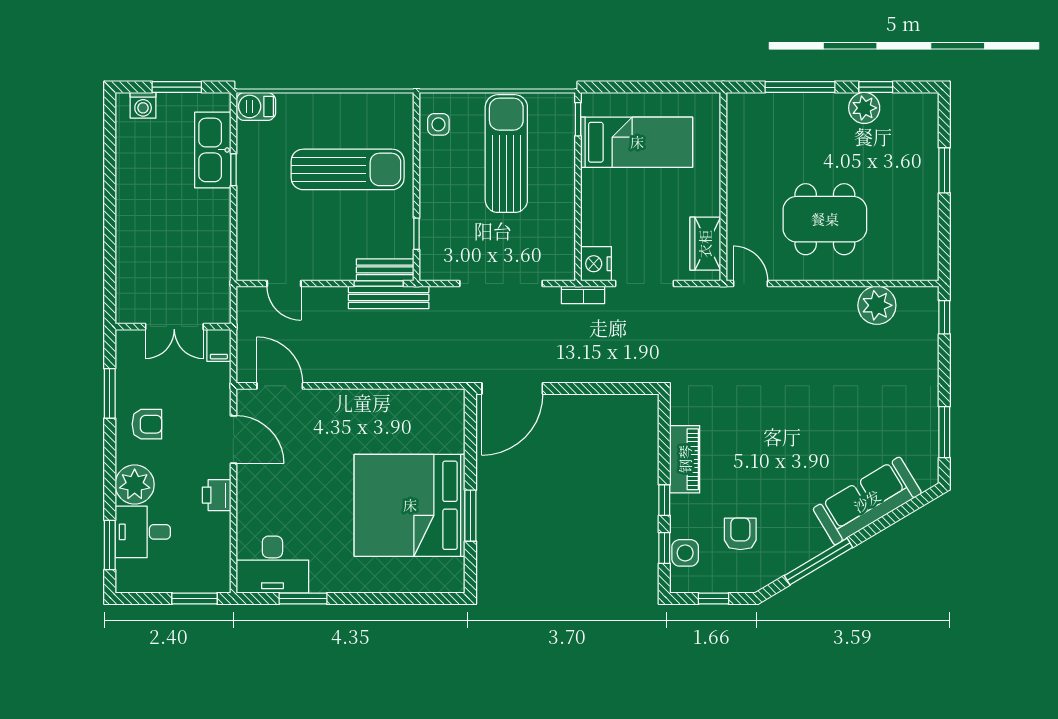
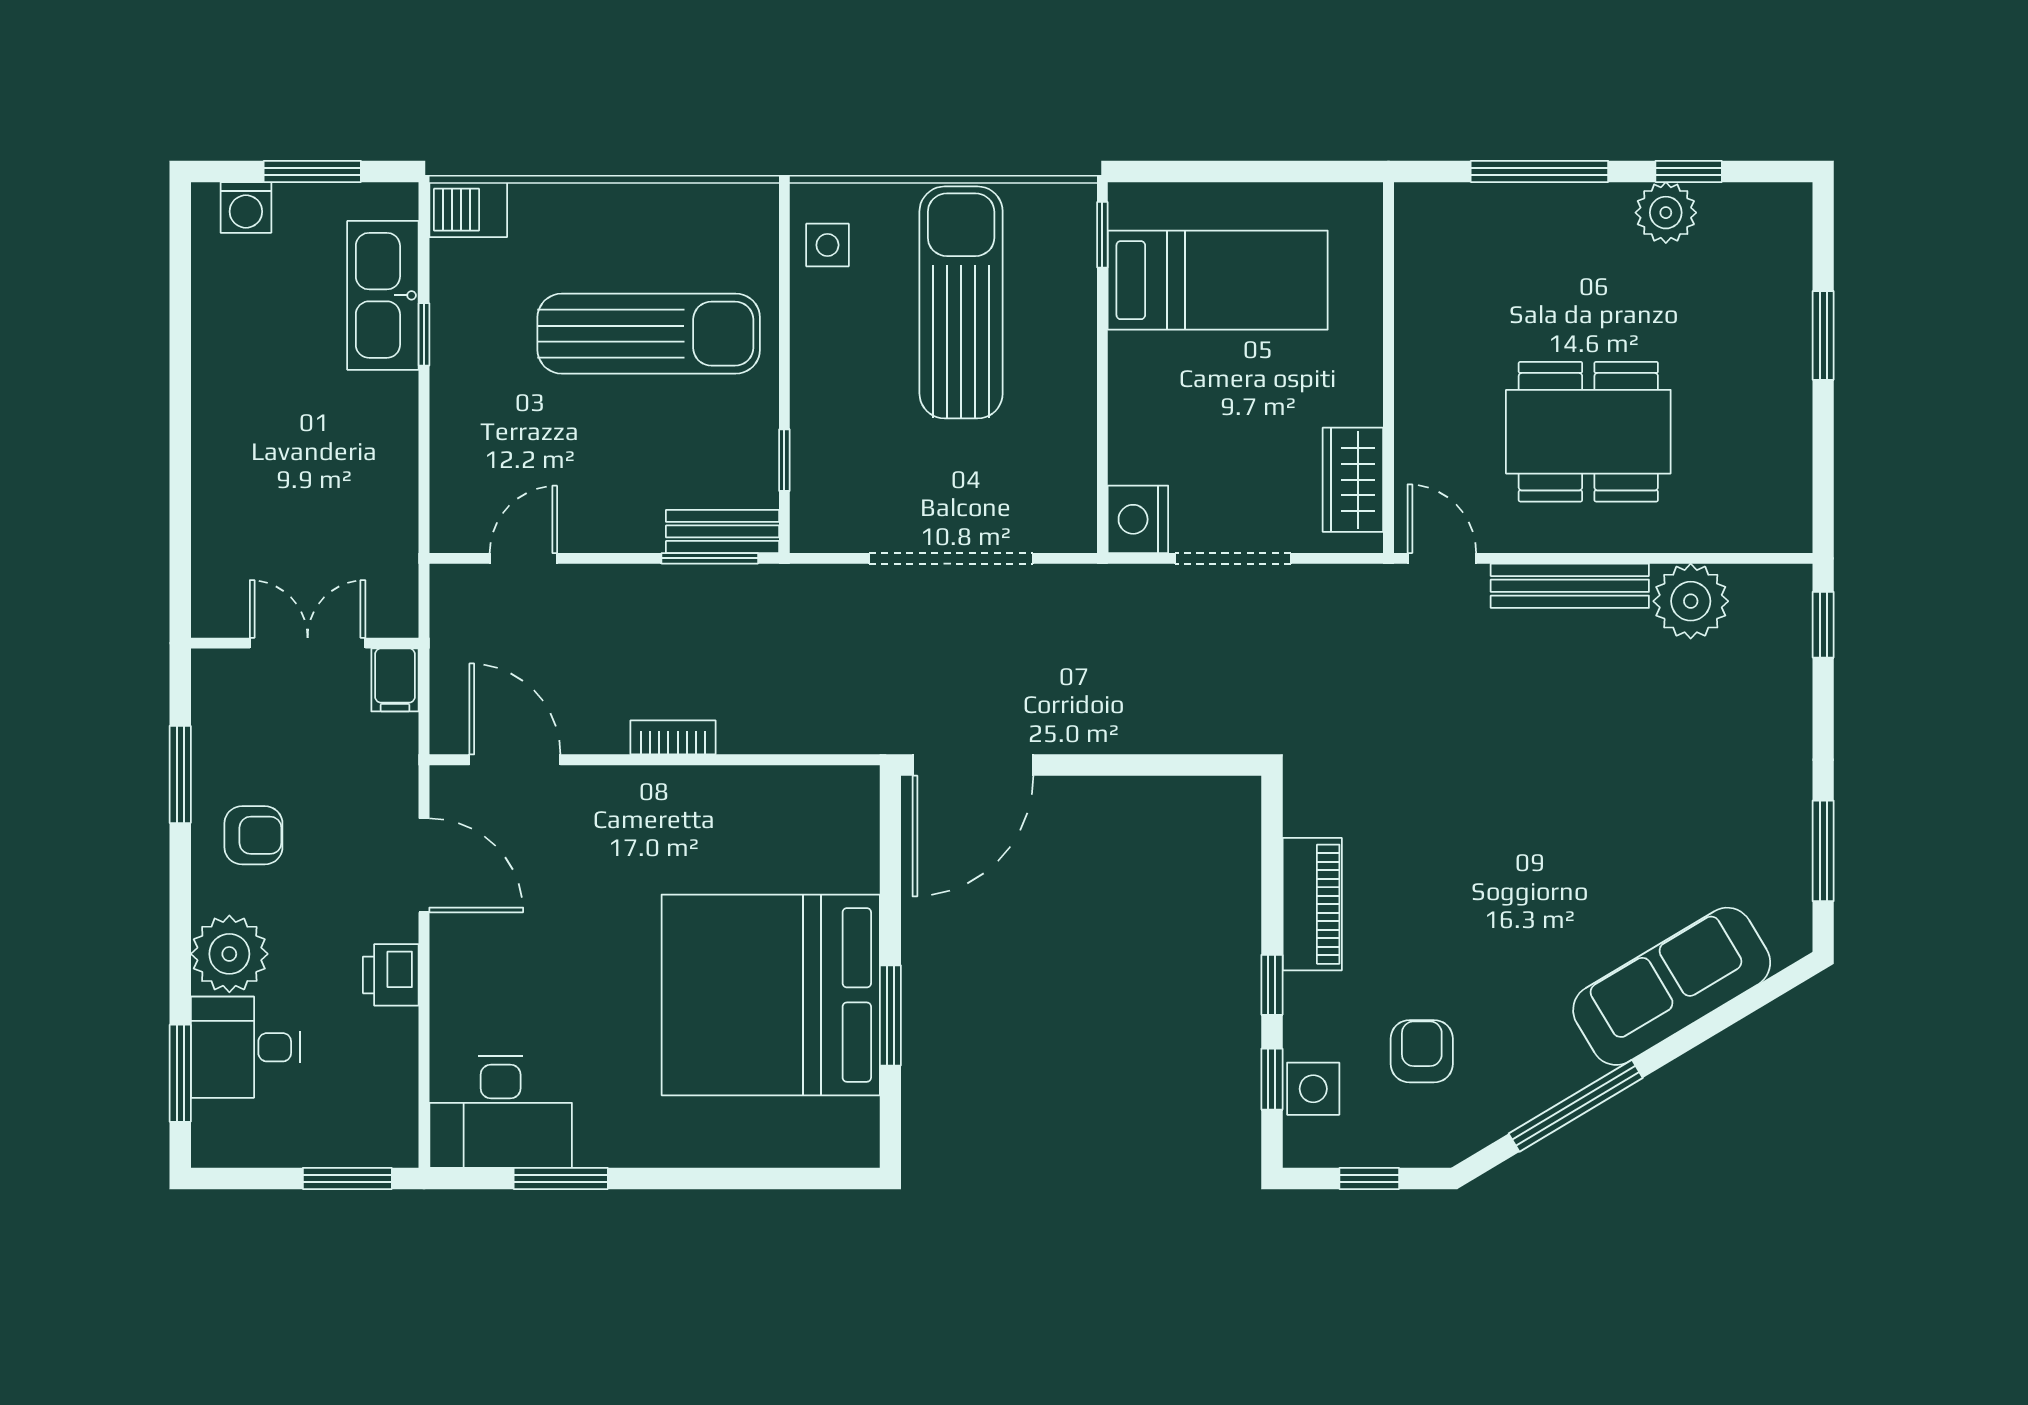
door: (284, 284) -> (523, 558), swing flipped
bookcase: (583, 295) -> (673, 737), moved, turned 180
bench: (389, 297) -> (1570, 586), moved
double door: (174, 327) -> (308, 643), swing flipped

